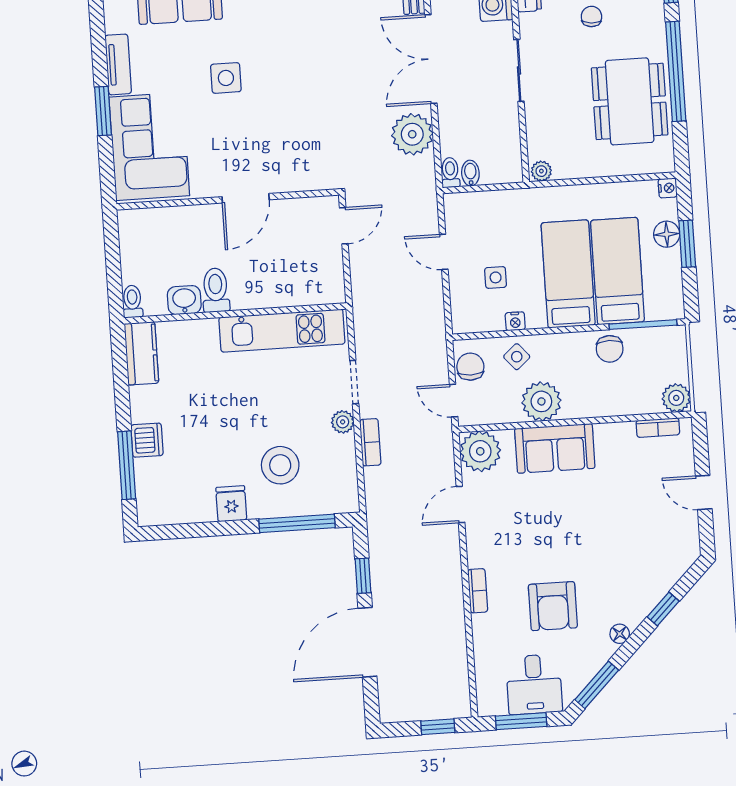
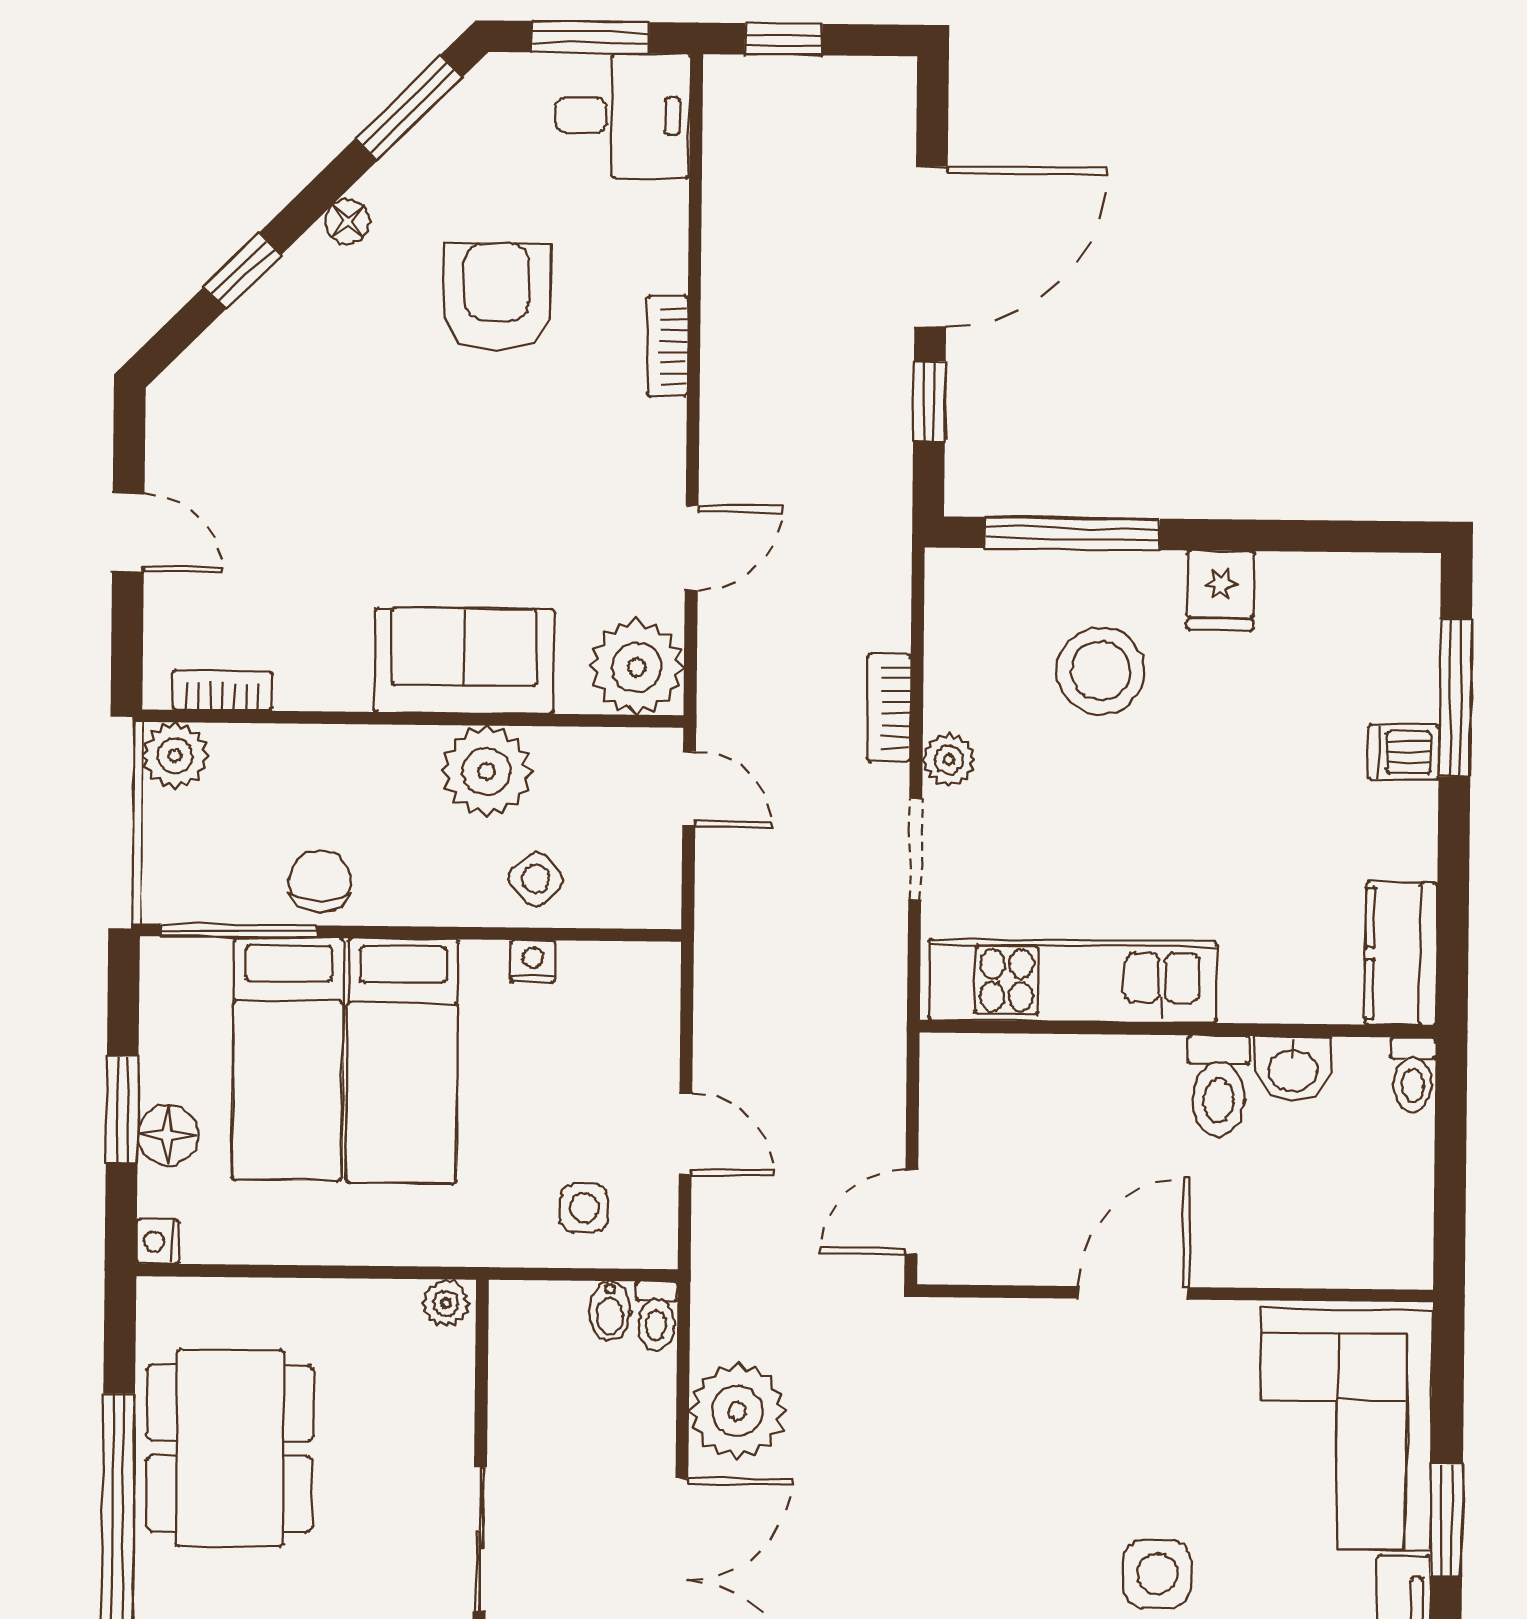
side table: (496, 277) -> (584, 1208), moved
chair: (470, 367) -> (644, 864), removed
dishwasher: (147, 440) -> (1404, 752), width x0.73
desk: (534, 684) -> (623, 116), moved, turned 90

